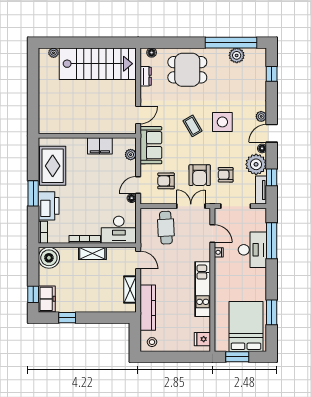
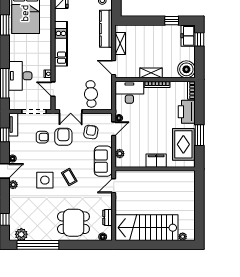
plant: (237, 55) -> (21, 234), moved
filing cabinet: (100, 146) -> (156, 161), moved
plant: (256, 164) -> (17, 146), removed
armchair: (166, 181) -> (91, 132), turned -81
window: (33, 193) -> (199, 135), moved

